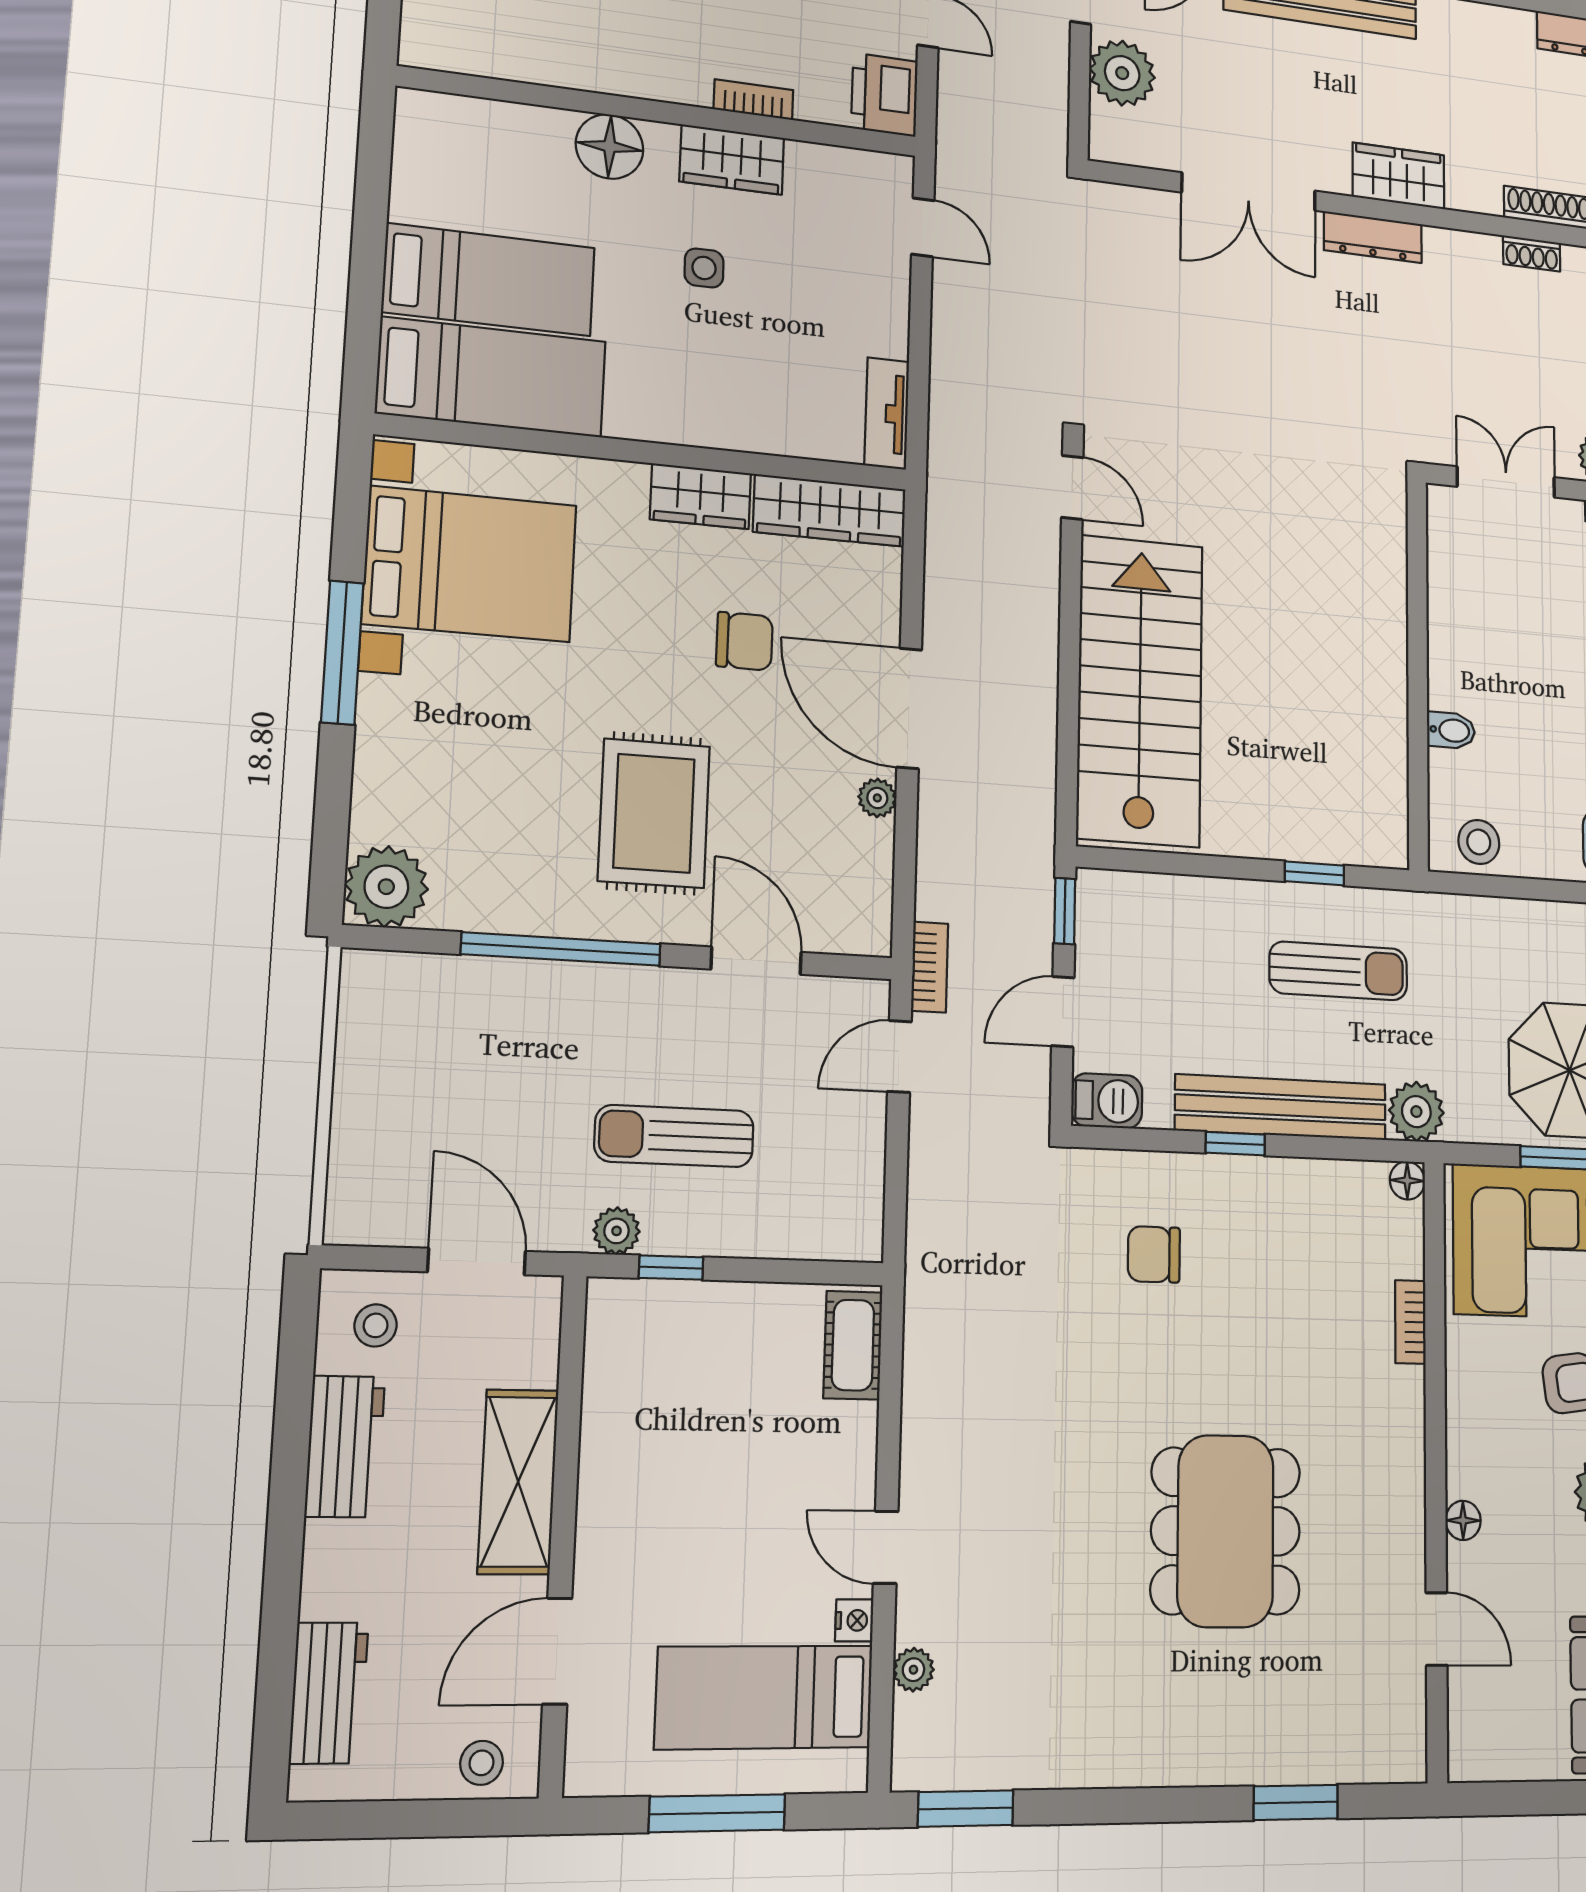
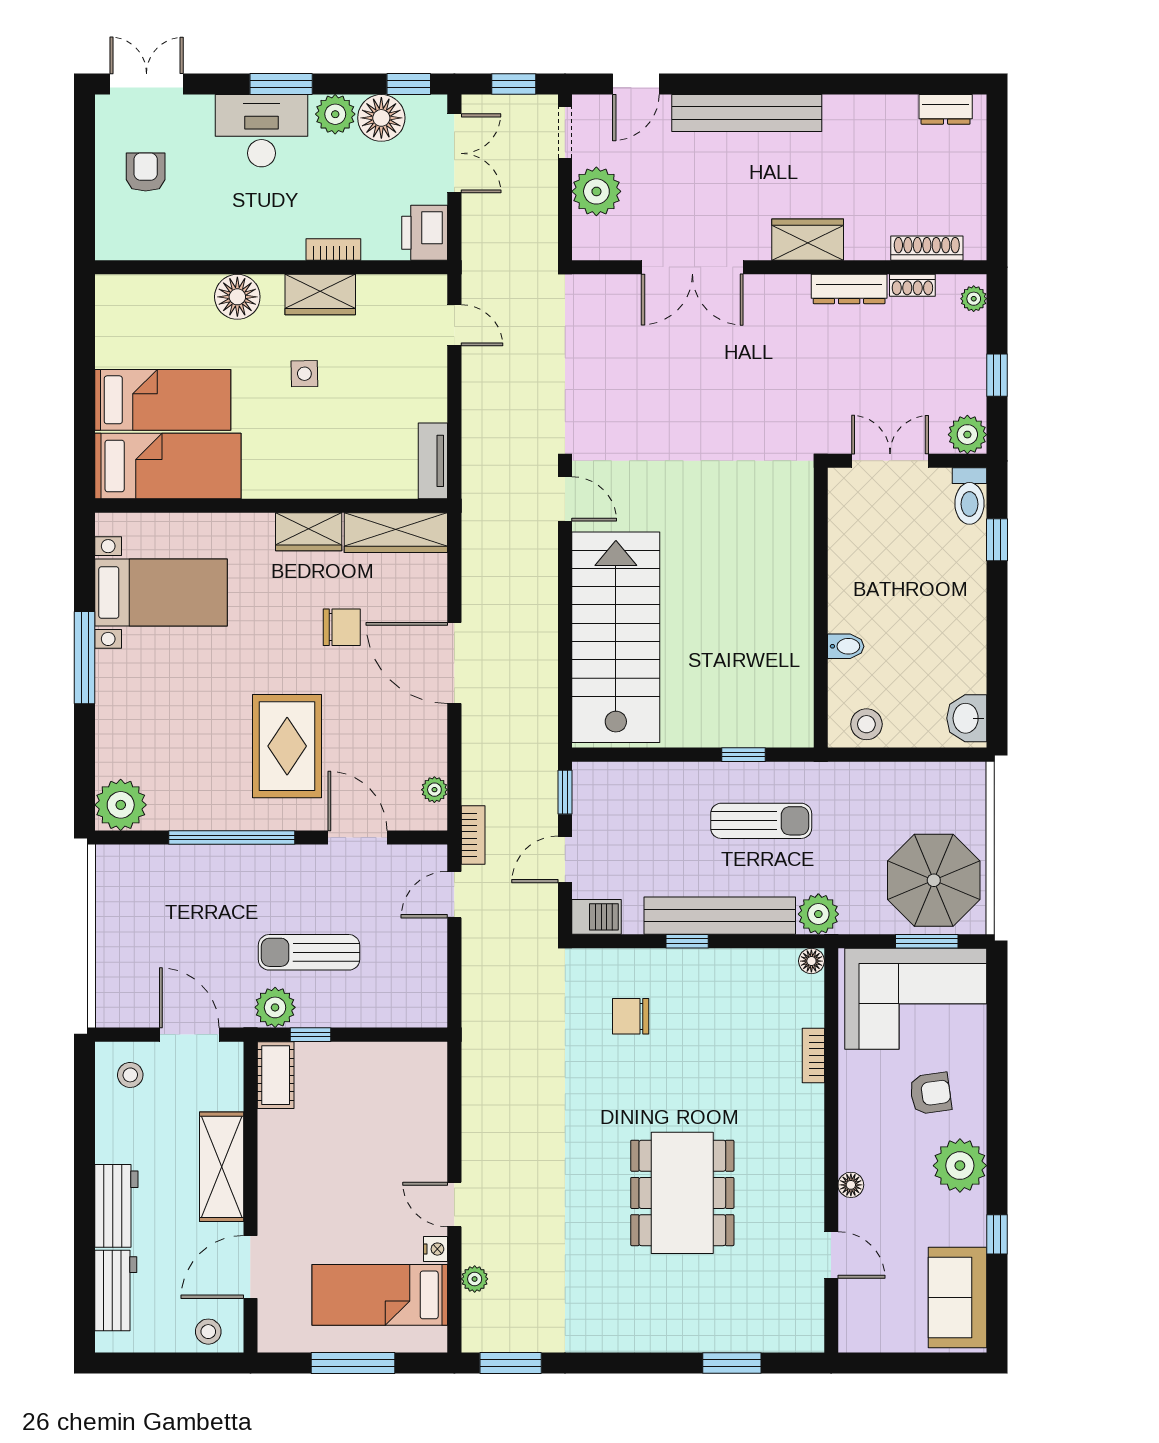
dresser: (1373, 237) -> (849, 289), moved
bed with nightstands: (470, 564) -> (161, 593), width x0.73
plant: (877, 798) -> (434, 790), moved
plant: (617, 1231) -> (275, 1007), width x1.38, depth x1.38
cot: (853, 1345) -> (276, 1075), moved
workbench: (345, 1446) -> (116, 1206), moved

